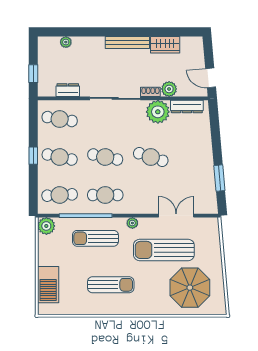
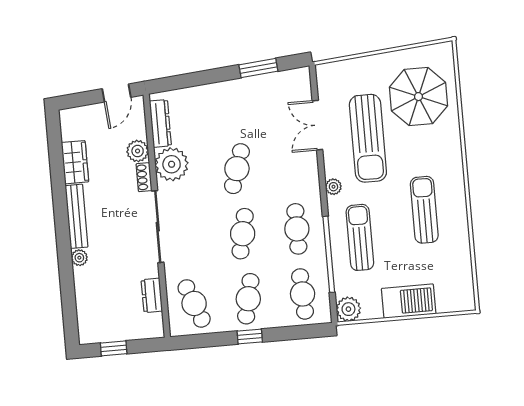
plant: (66, 42) -> (79, 258), moved
window: (33, 74) -> (114, 348), moved
cafe table: (60, 119) -> (194, 303), turned -30
sun lounger: (95, 238) -> (360, 237), turned 180
barbecue: (48, 285) -> (409, 301), moved

